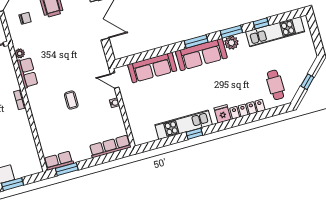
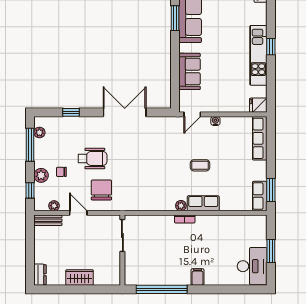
chair: (25, 18) -> (101, 190), width x1.87, depth x1.87
plant: (20, 53) -> (181, 206), moved
sofa: (152, 68) -> (190, 71), width x0.73
row of seats: (27, 73) -> (203, 203), moved
fridge: (222, 114) -> (258, 105), moved

